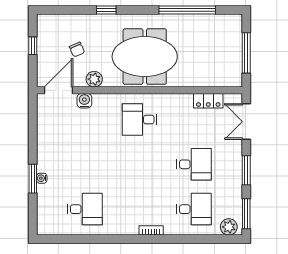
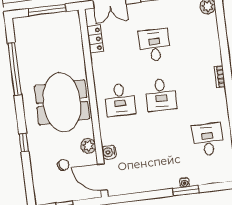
desk: (194, 209) -> (161, 95), moved, turned 180

